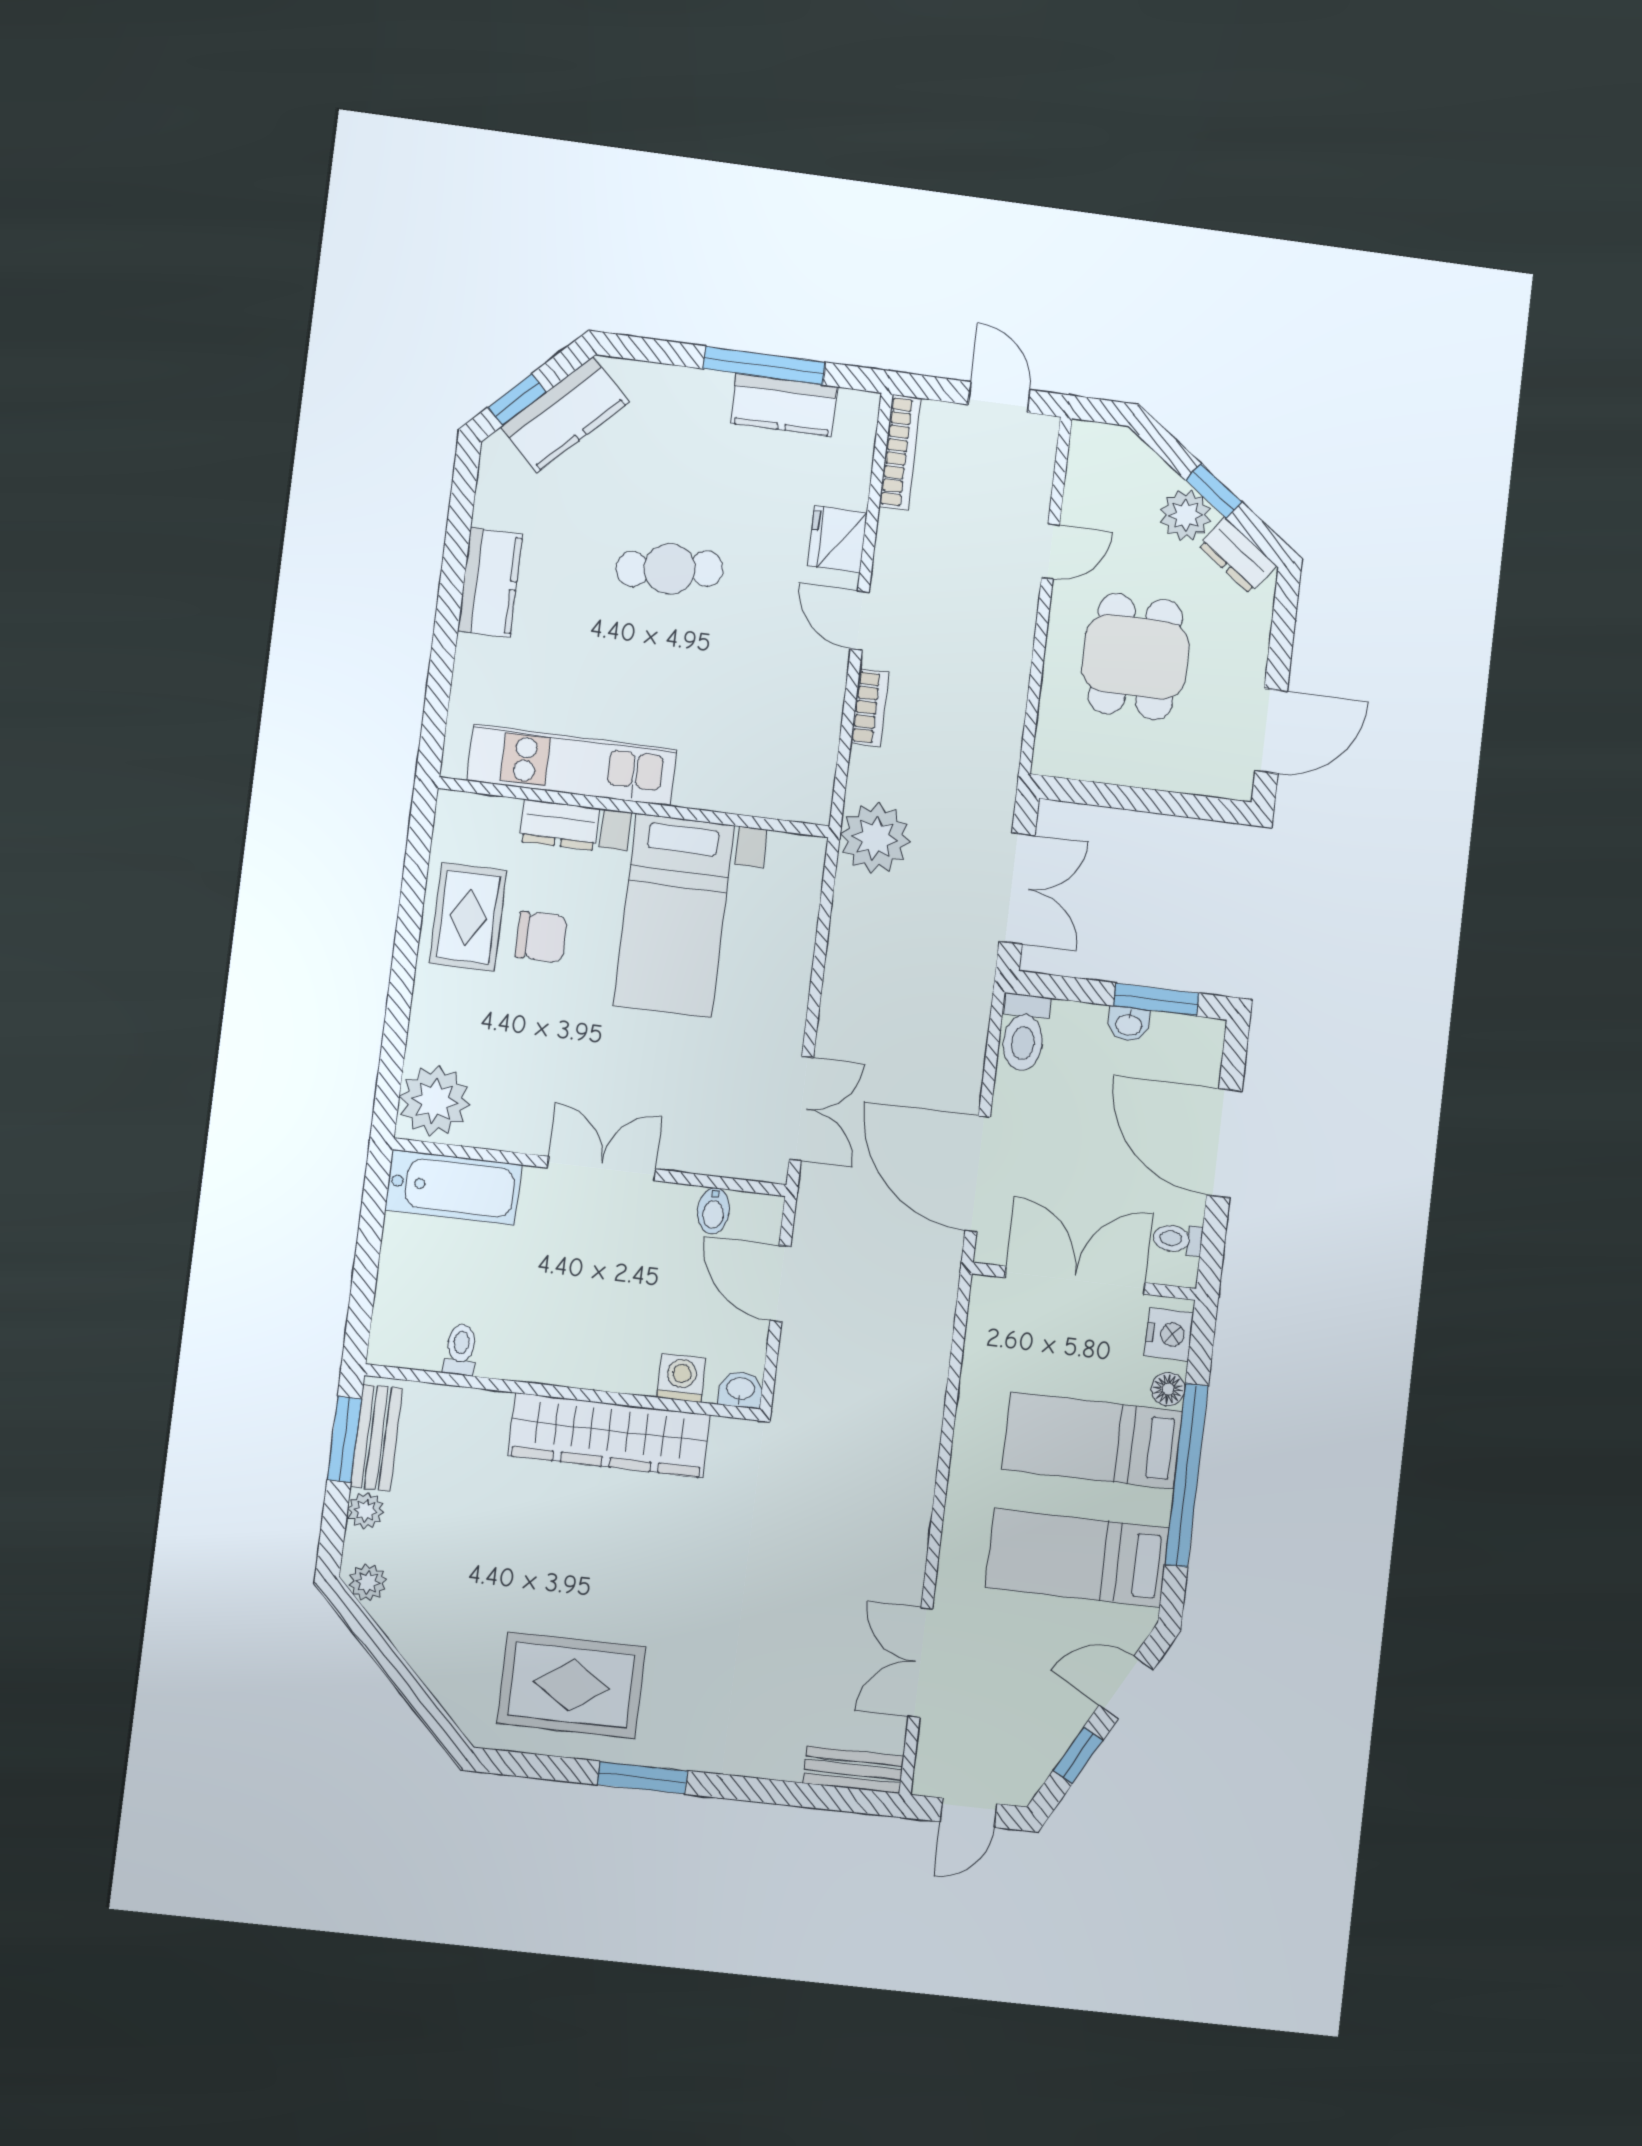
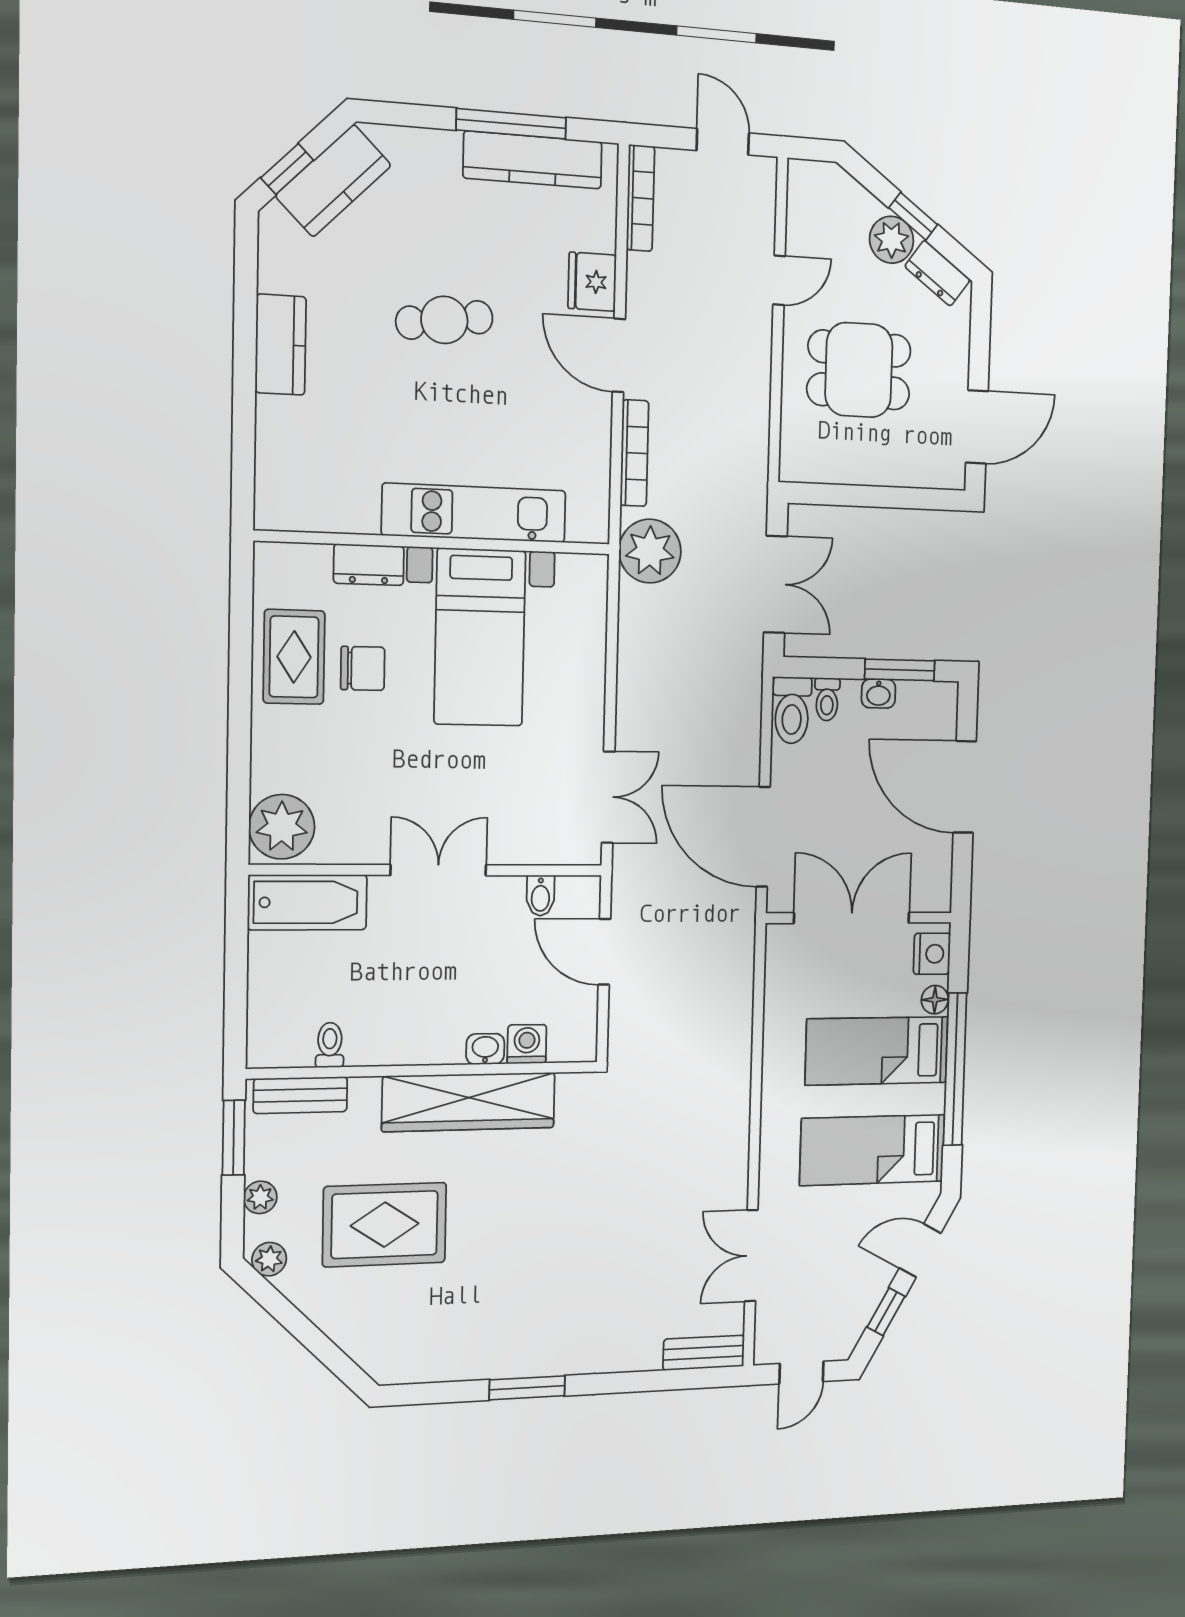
kitchen counter: (784, 405) -> (533, 160), width x1.50
door: (860, 621) -> (619, 355), width x1.38
dining table: (1135, 657) -> (859, 370), turned 90
bookcase: (870, 708) -> (634, 453), width x1.56
kitchen unit: (572, 765) -> (474, 513), moved
toilet: (1178, 1239) -> (827, 699), moved, turned -90
washbasin: (741, 1390) -> (485, 1049), moved
bench: (376, 1437) -> (300, 1095), moved, turned 90
rug: (571, 1685) -> (385, 1225), moved

